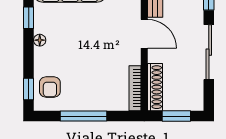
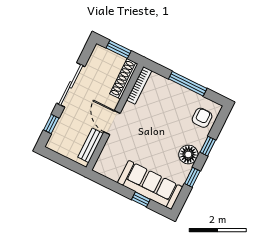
floor lamp: (40, 40) -> (188, 154), width x1.89, depth x1.89
window: (29, 89) -> (208, 146), moved

